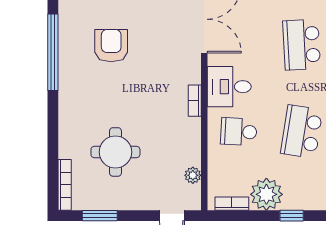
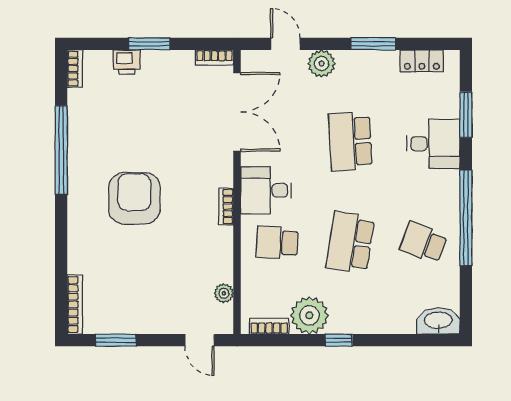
armchair: (111, 46) -> (134, 198), moved, width x1.36, depth x1.36
round table: (115, 152) -> (134, 266), removed

